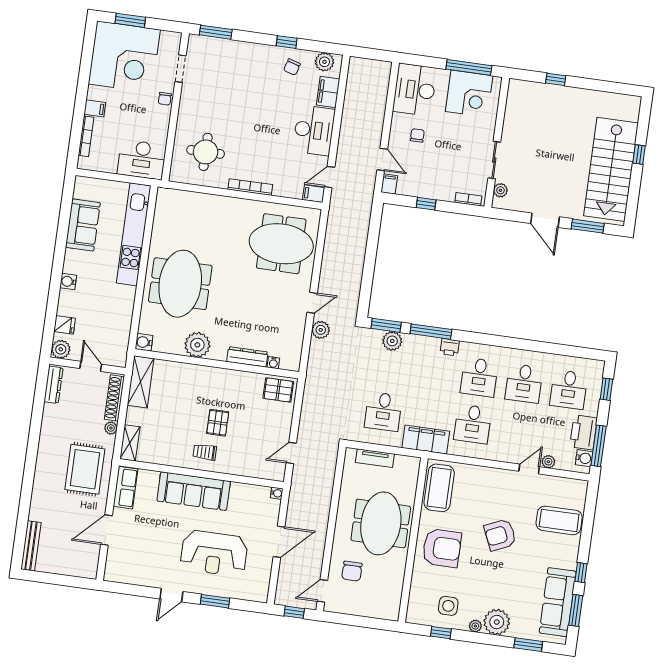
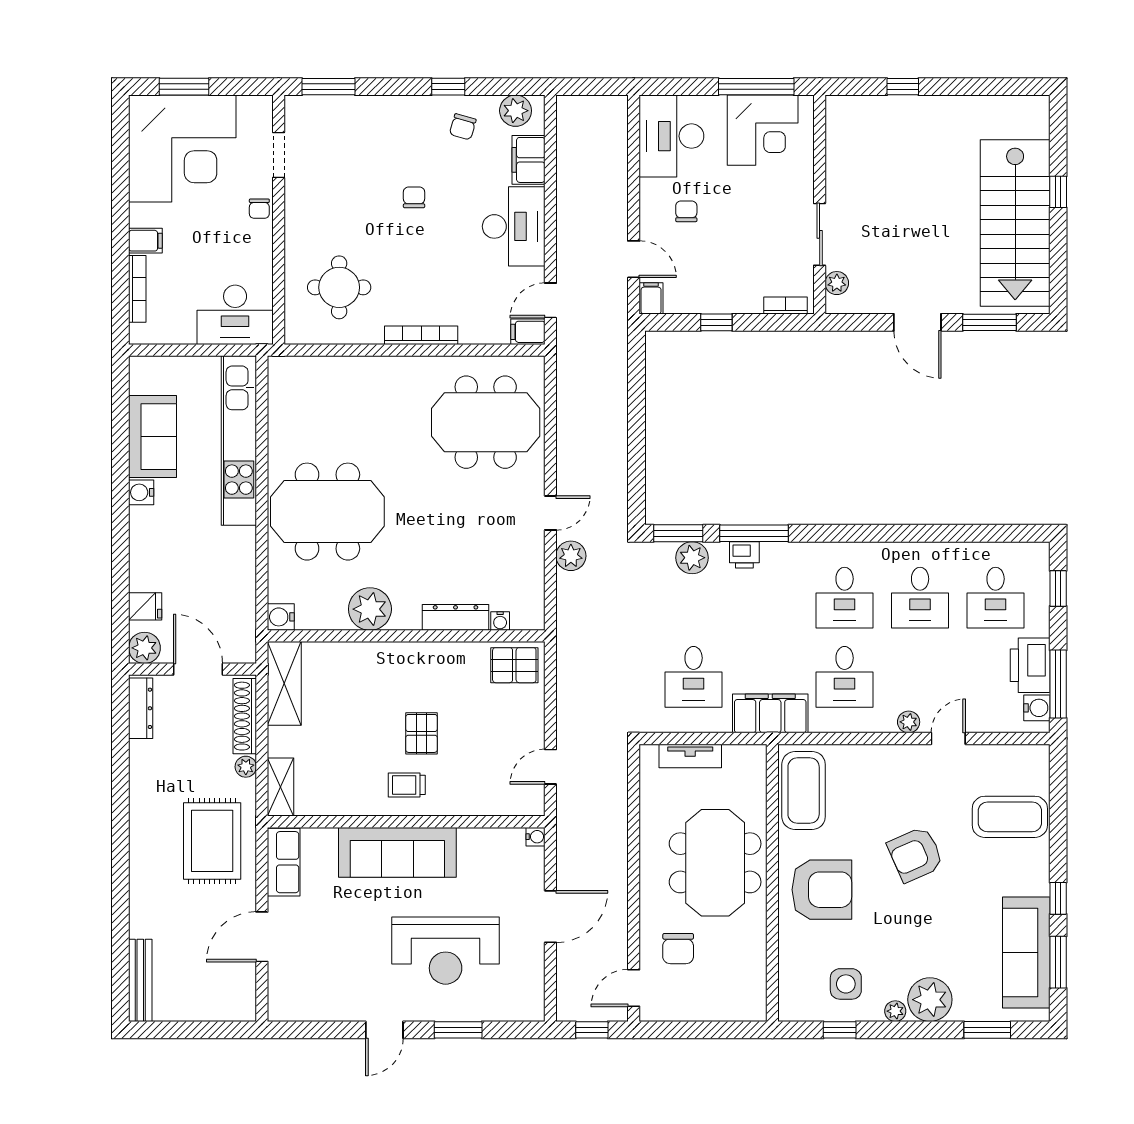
chair: (257, 105) -> (414, 197), added
water cooler: (68, 281) -> (141, 492), moved
meeting table: (180, 284) -> (327, 512), turned 90
printer: (450, 347) -> (744, 555), moved
door: (91, 366) -> (198, 669), width x1.38
plant: (548, 462) -> (909, 722), moved

